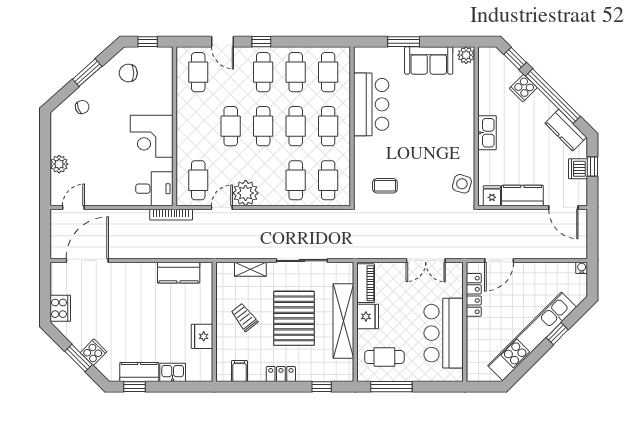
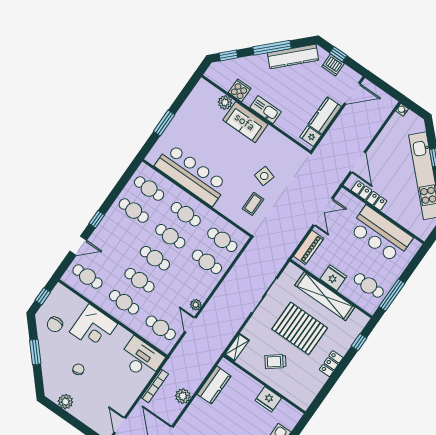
plant: (466, 55) -> (225, 102), moved
sofa: (429, 60) -> (245, 122), moved, turned 90
cafe table: (263, 72) -> (124, 302), moved
cooker: (523, 88) -> (240, 90), moved, turned -135
window: (553, 96) -> (272, 48), width x0.68
bar counter: (371, 104) -> (191, 175), width x1.36
chair: (82, 107) -> (78, 369), moved
kitchen counter: (566, 130) -> (293, 57), width x1.50
corner desk: (152, 136) -> (94, 328), moved
plant: (59, 164) -> (65, 402), moved
side table: (462, 184) -> (264, 176), moved
desk: (154, 189) -> (141, 359), width x1.37
plant: (246, 193) -> (196, 305), width x0.53, depth x0.53
bookcase: (171, 215) -> (155, 386), moved
plant: (146, 250) -> (183, 396), added
shelving: (250, 269) -> (237, 347), moved
piano: (366, 283) -> (309, 247), moved, turned 90
cafe table: (384, 357) -> (369, 285), turned 90
filing cabinet: (239, 371) -> (310, 390), removed

